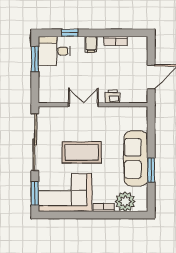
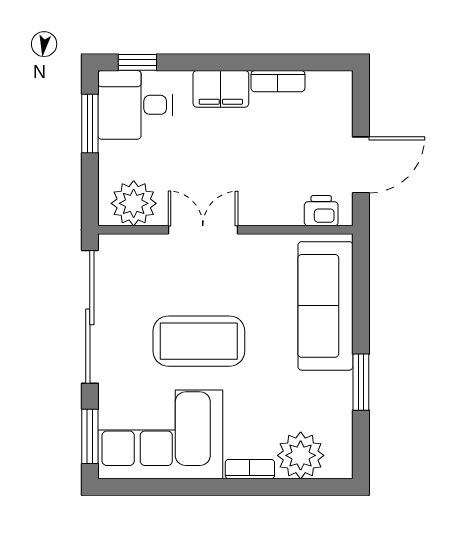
window: (70, 33) -> (137, 62), moved
filing cabinet: (91, 44) -> (221, 89), width x2.00
plant: (54, 93) -> (134, 203), added
printer: (113, 97) -> (321, 211), moved
sofa: (136, 158) -> (325, 306), moved

